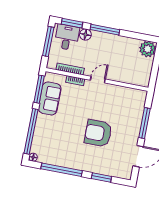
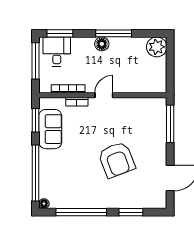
window: (105, 30) -> (114, 33), moved
floor lamp: (85, 35) -> (102, 44), moved
window: (39, 89) -> (35, 120), width x0.69
window: (145, 123) -> (170, 124), moved
armchair: (98, 133) -> (117, 160), turned -111

